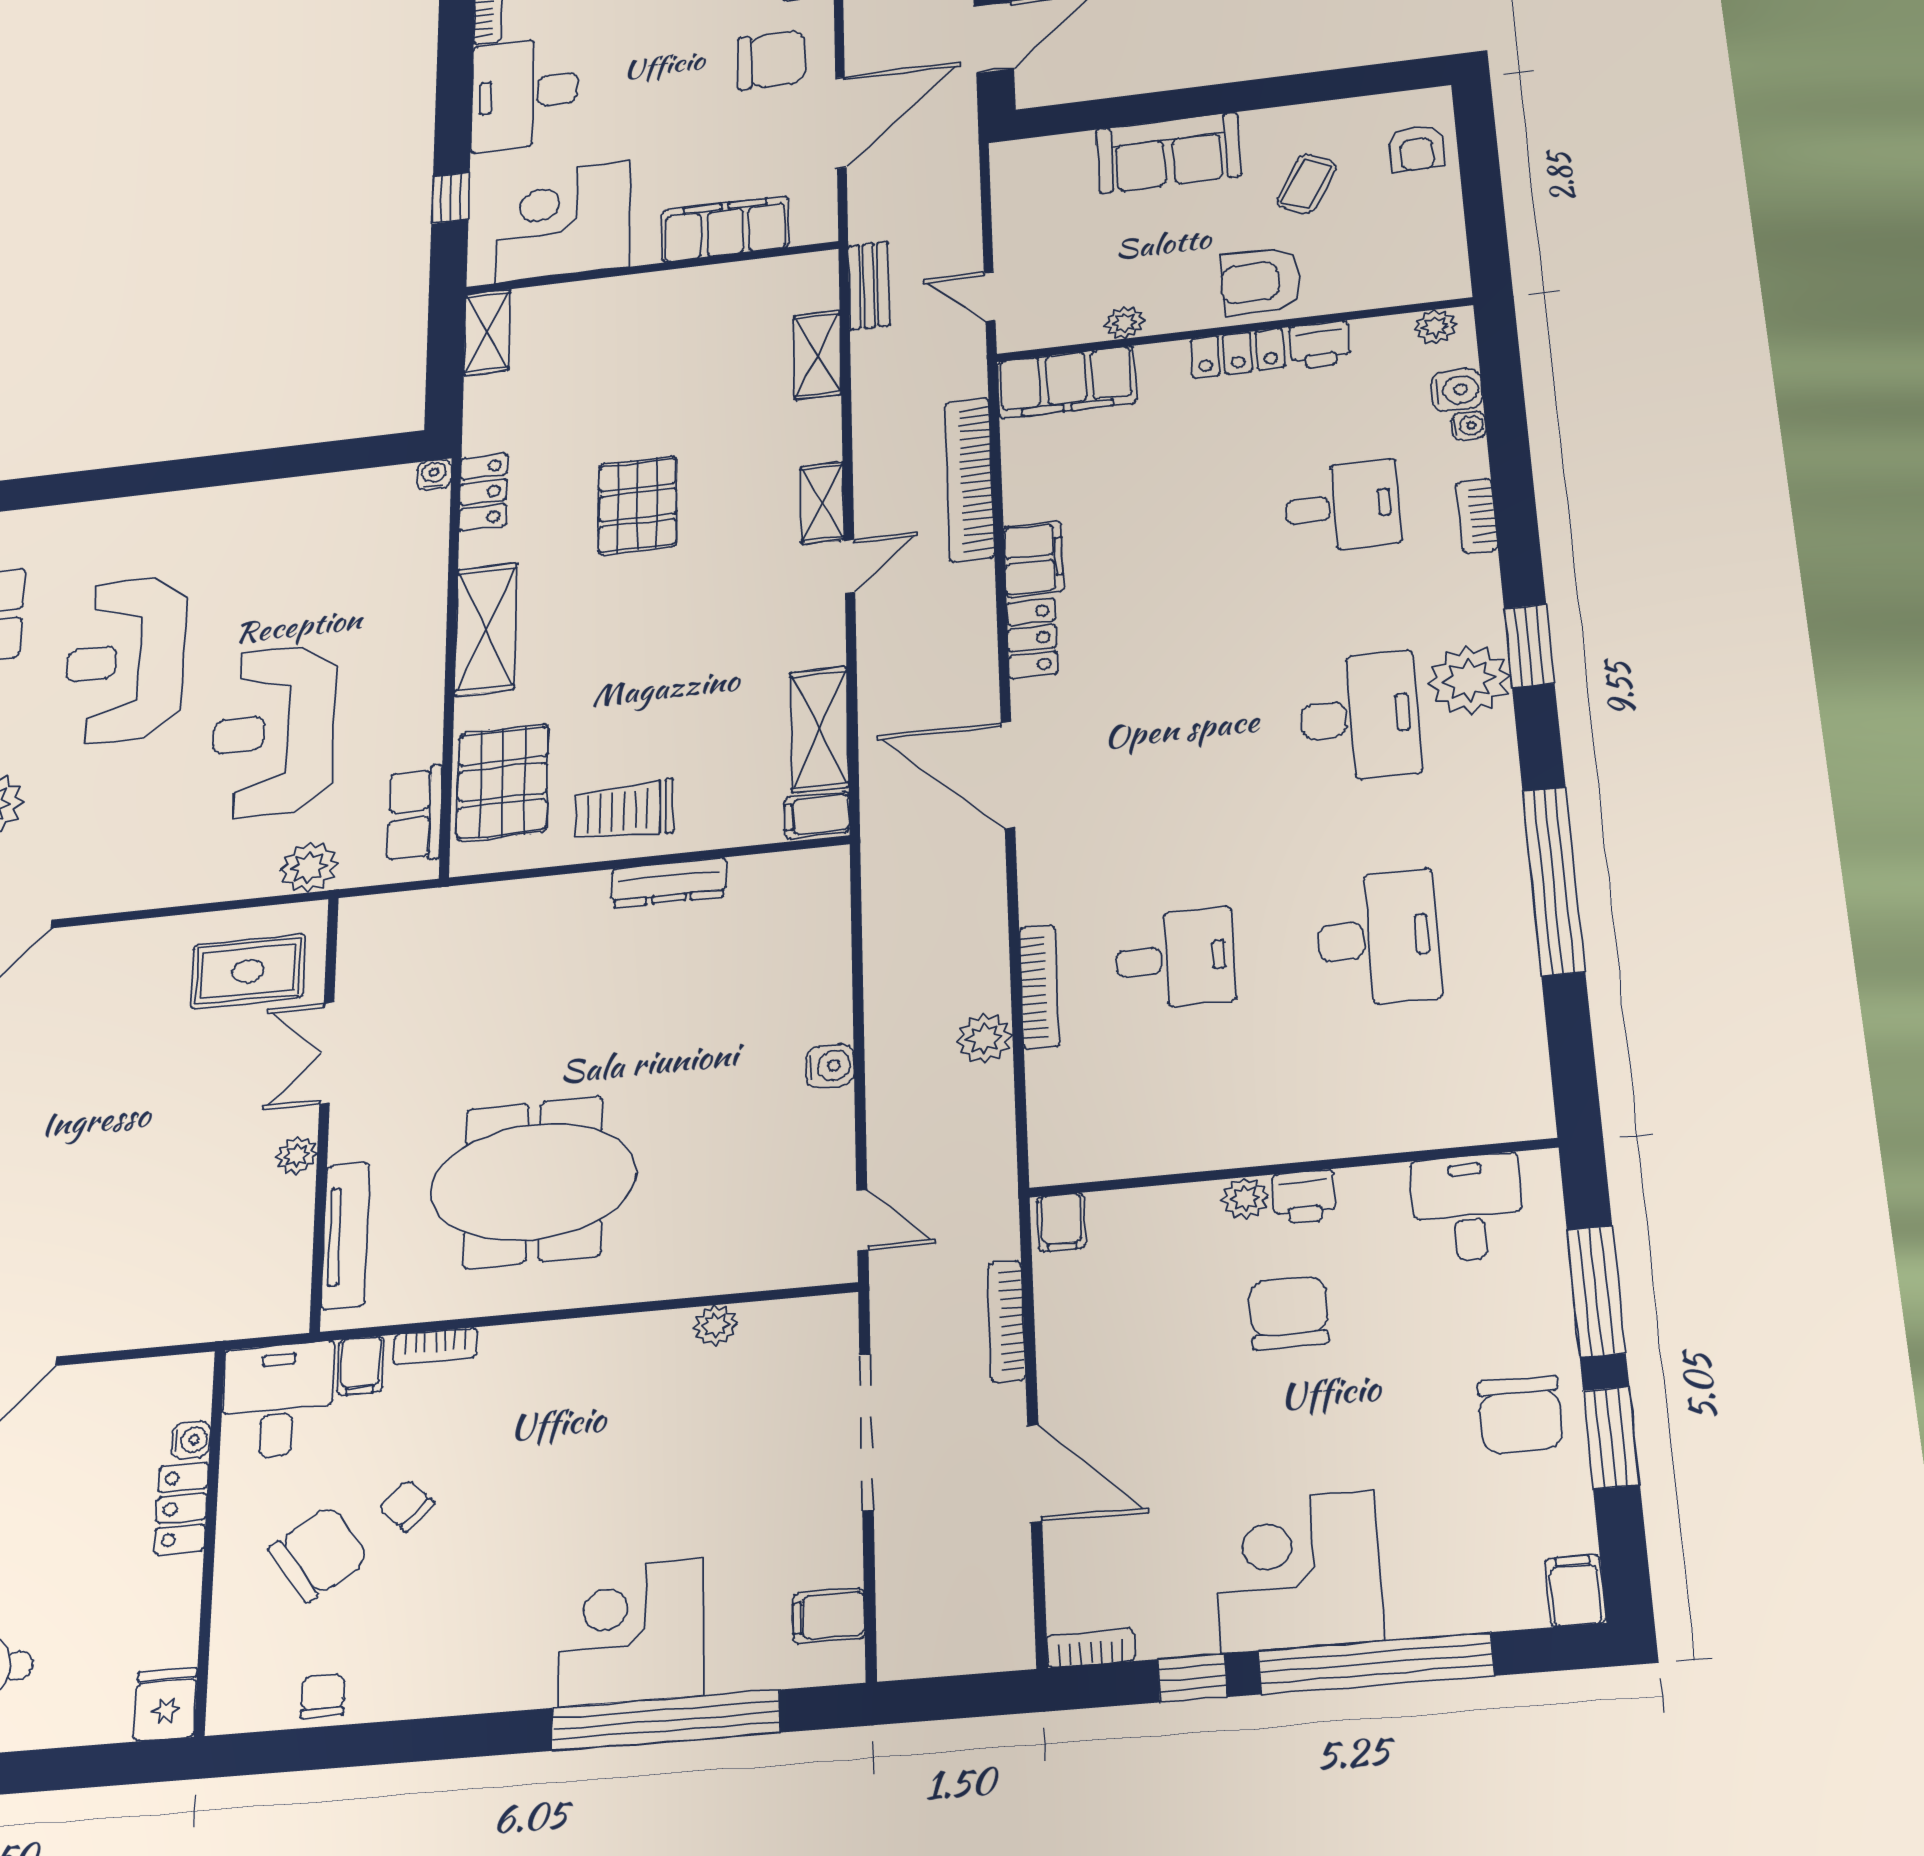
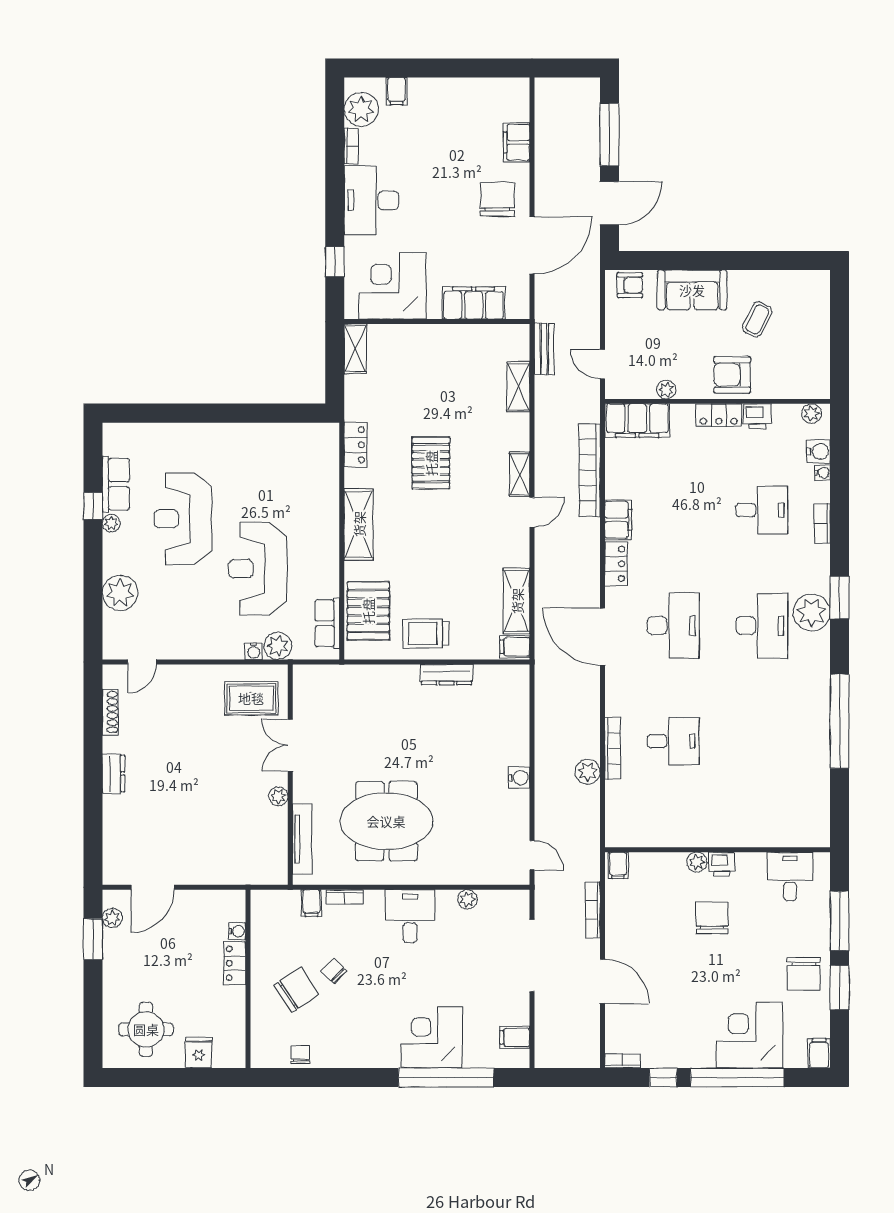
chair: (771, 60) -> (497, 199), turned -90
armchair: (1417, 148) -> (630, 285), moved, turned -90
water cooler: (434, 475) -> (254, 651), moved, turned 180
desk: (1378, 938) -> (673, 626), moved
desk: (277, 1401) -> (410, 916), moved
corner desk: (1298, 1571) -> (750, 1035), moved
fridge: (166, 1705) -> (199, 1053), moved

